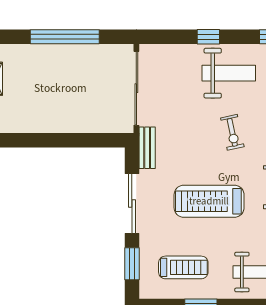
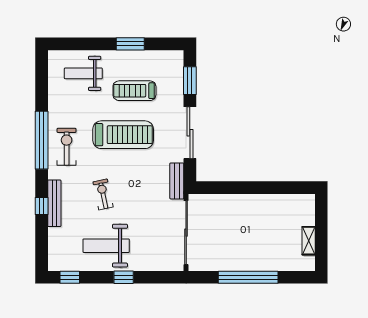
treadmill: (183, 267) -> (134, 91), moved

